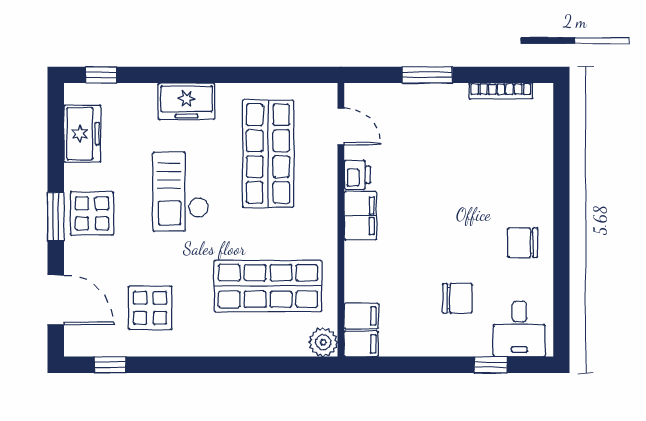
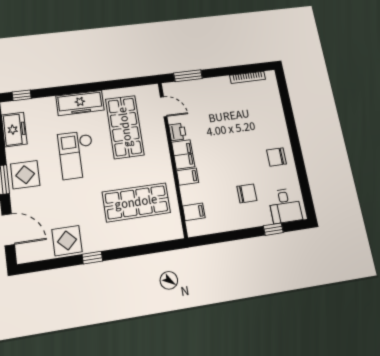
window: (427, 75) -> (188, 76), moved
freezer: (187, 101) -> (80, 103), width x1.40
display table: (150, 308) -> (67, 241), moved
plant: (323, 342) -> (174, 231), removed
filing cabinet: (361, 344) -> (188, 177), moved
window: (110, 365) -> (92, 258), moved

